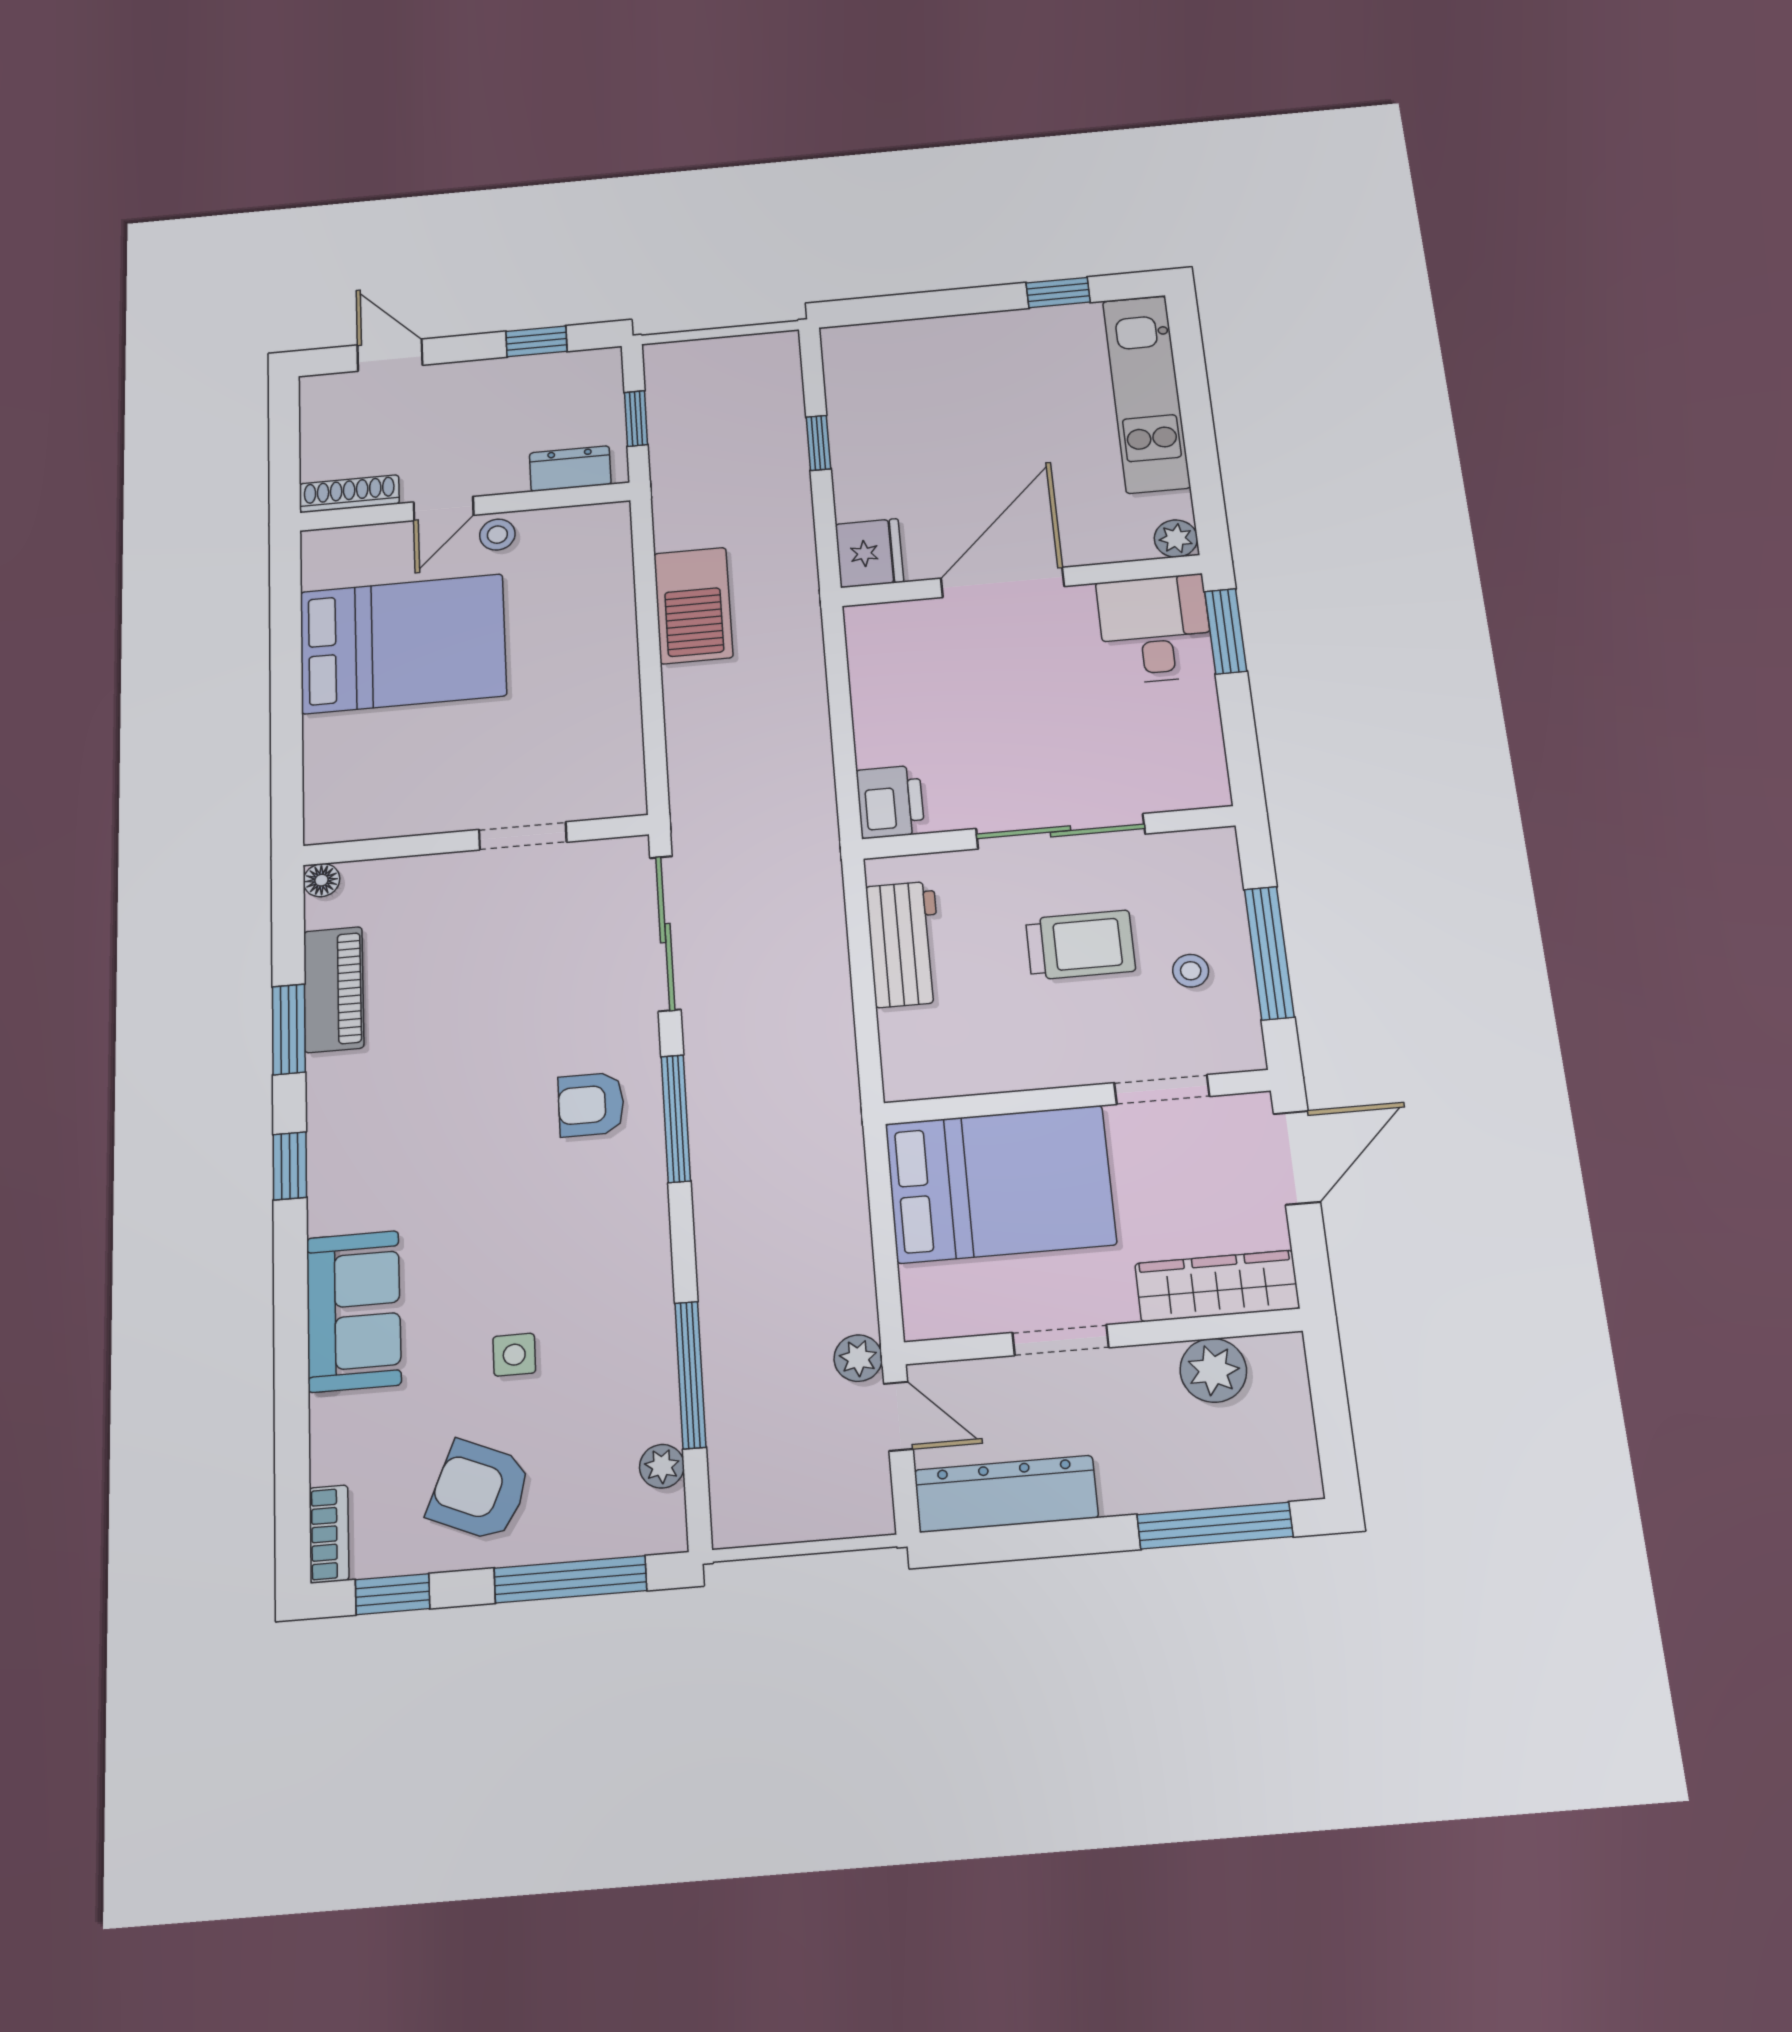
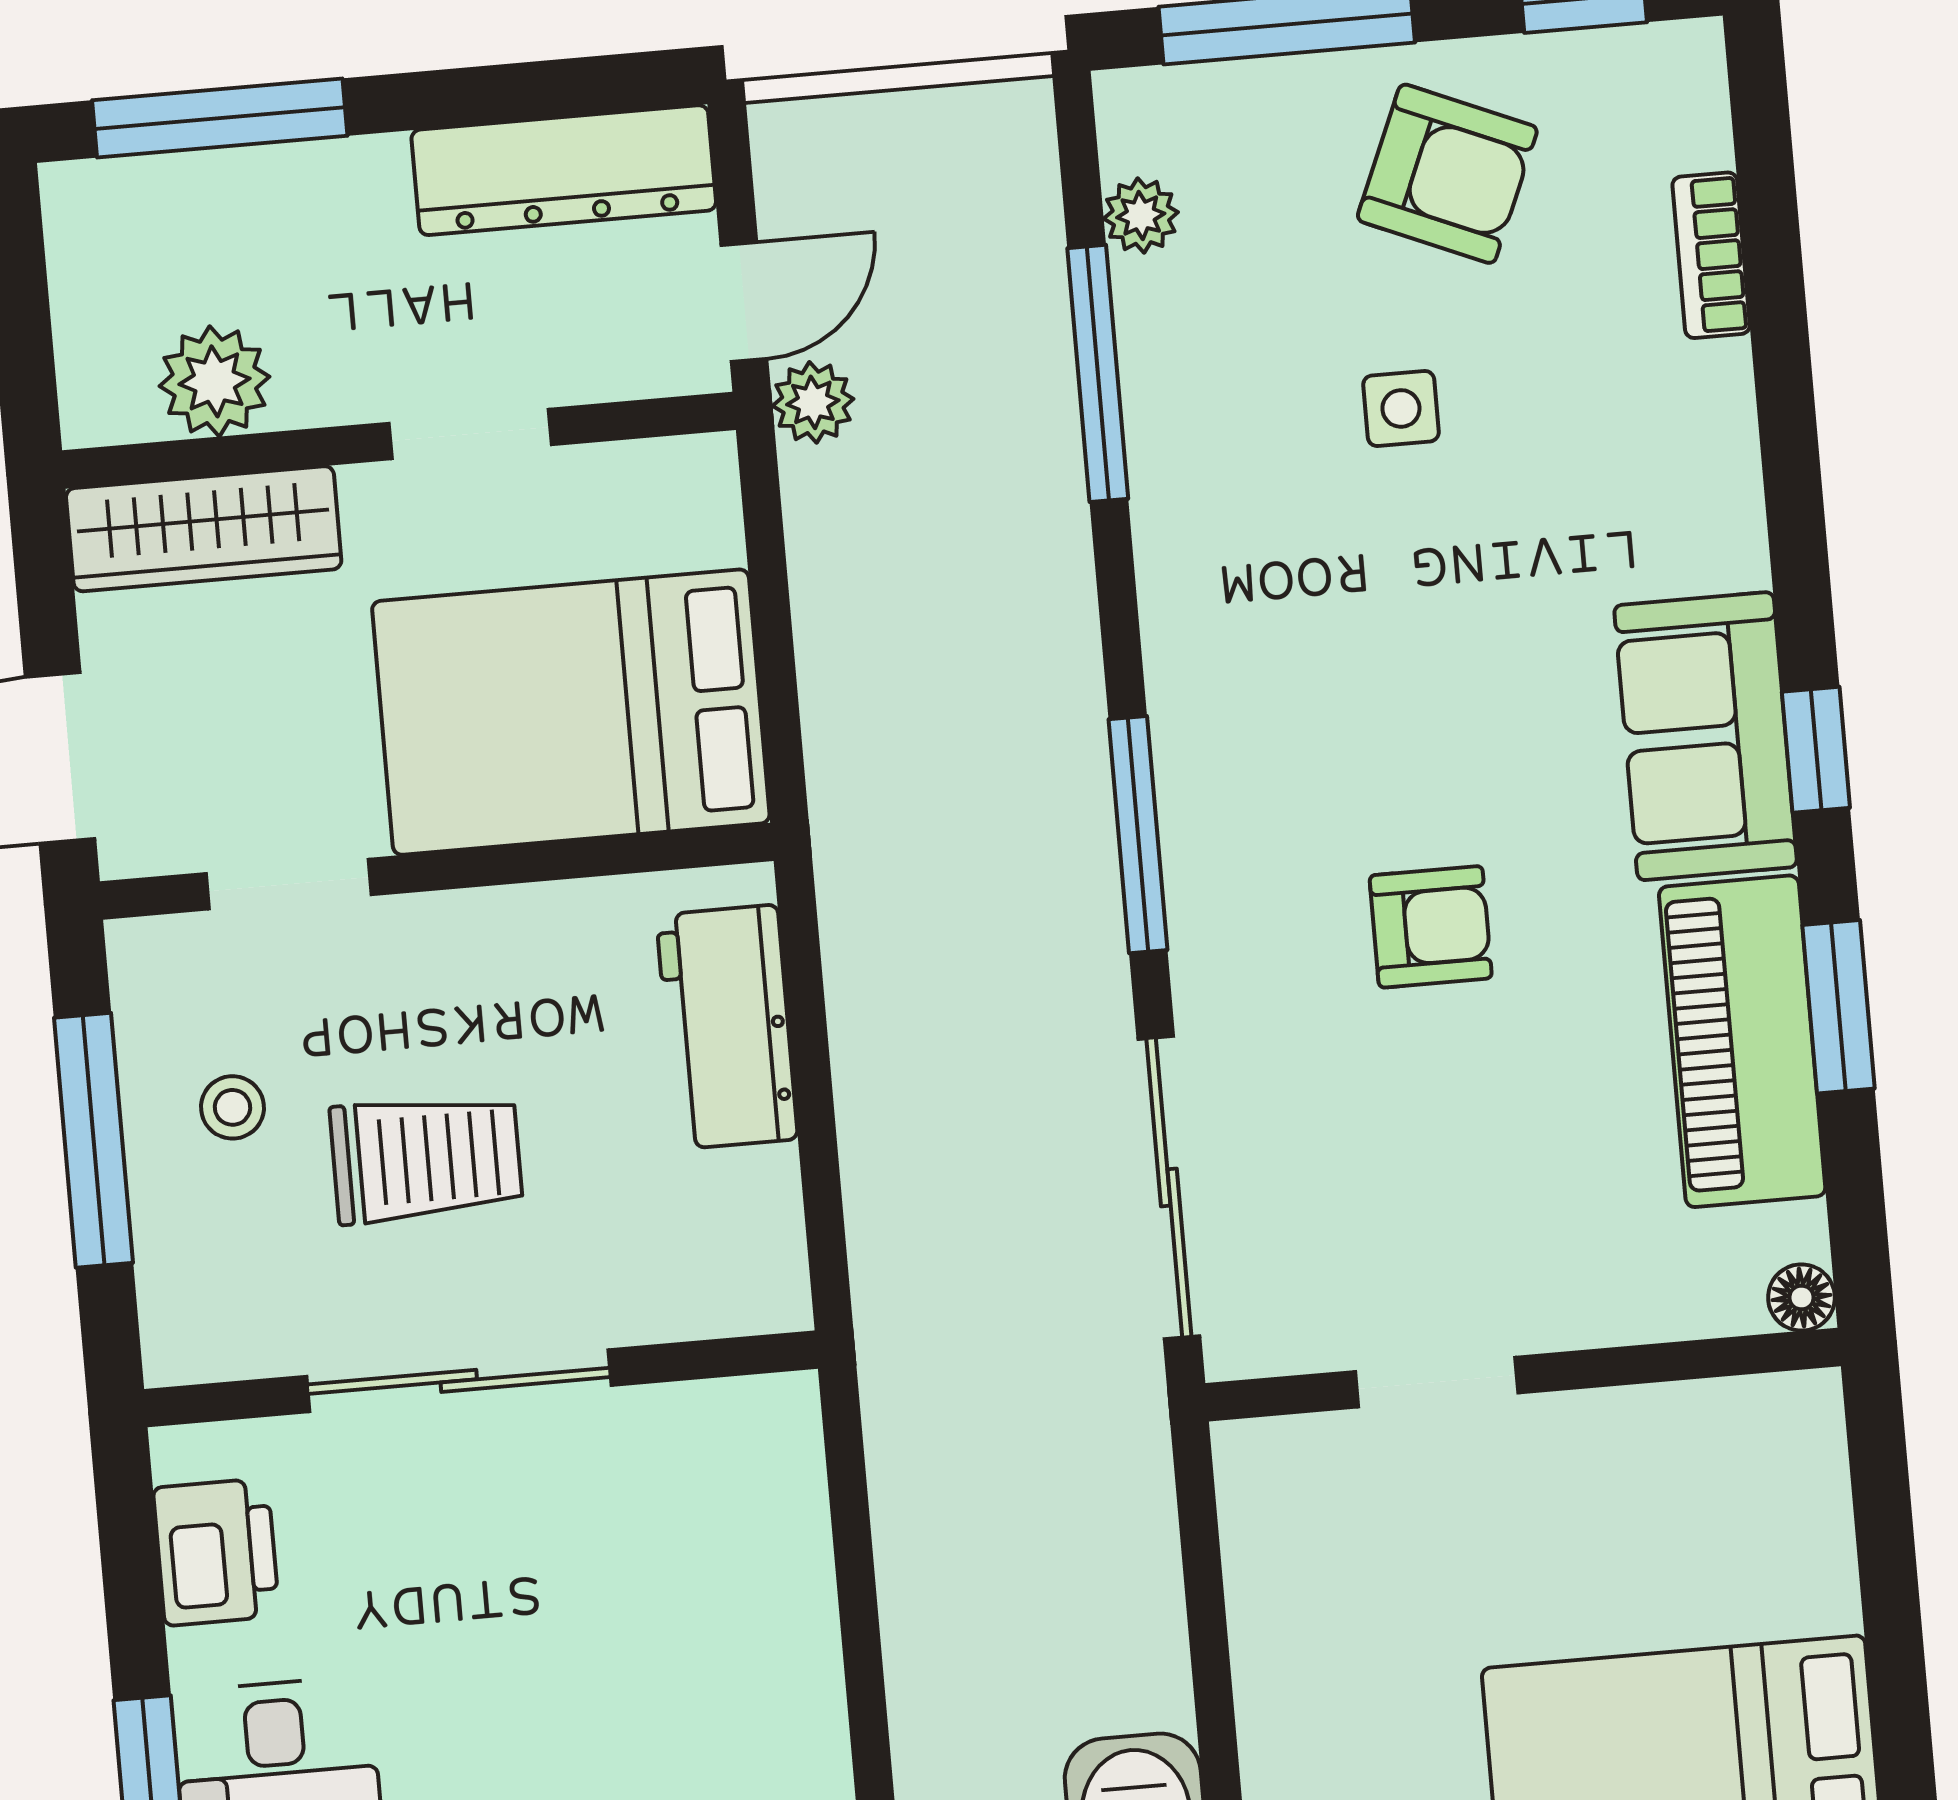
printer: (890, 802) -> (216, 1552), moved, turned 180
workbench: (905, 944) -> (727, 1027), moved
trolley: (1080, 945) -> (426, 1158), turned 180
piano: (334, 989) -> (1742, 1041), width x1.37, depth x1.33
armchair: (591, 1104) -> (1431, 927), moved
sofa: (354, 1311) -> (1706, 736), moved
door: (898, 1416) -> (744, 302), swing flipped
bookcase: (329, 1534) -> (1711, 255), moved

